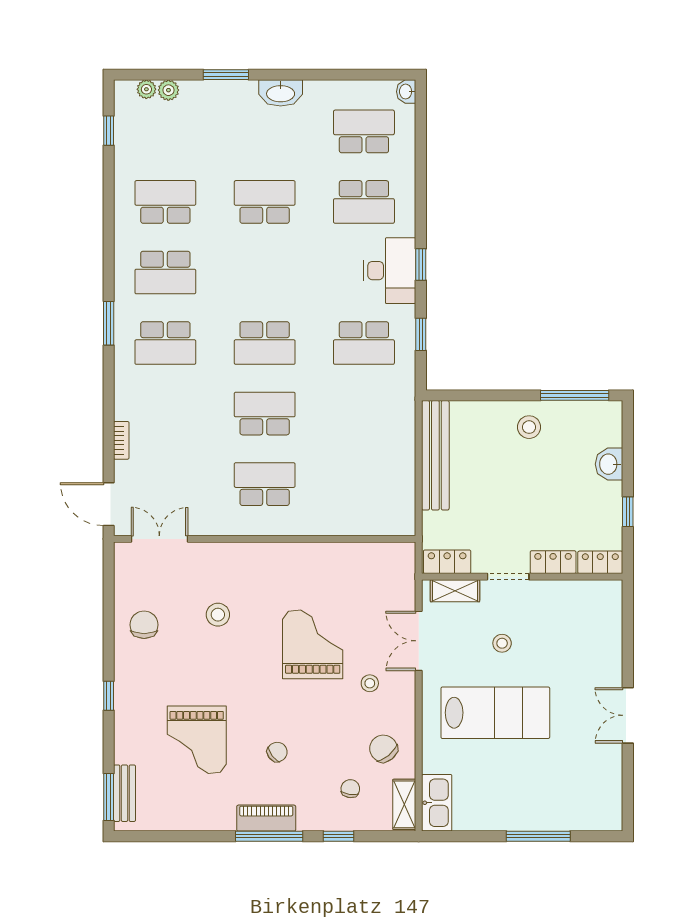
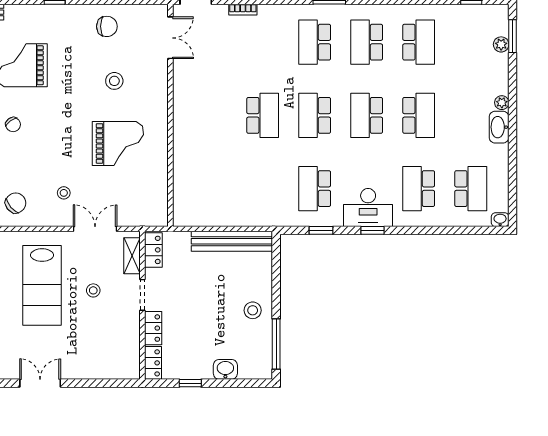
window: (226, 75) -> (513, 36), moved
plant: (146, 89) -> (502, 103), moved
school desk: (265, 484) -> (367, 115), moved, turned 180
grand piano: (313, 644) -> (118, 143), moved

